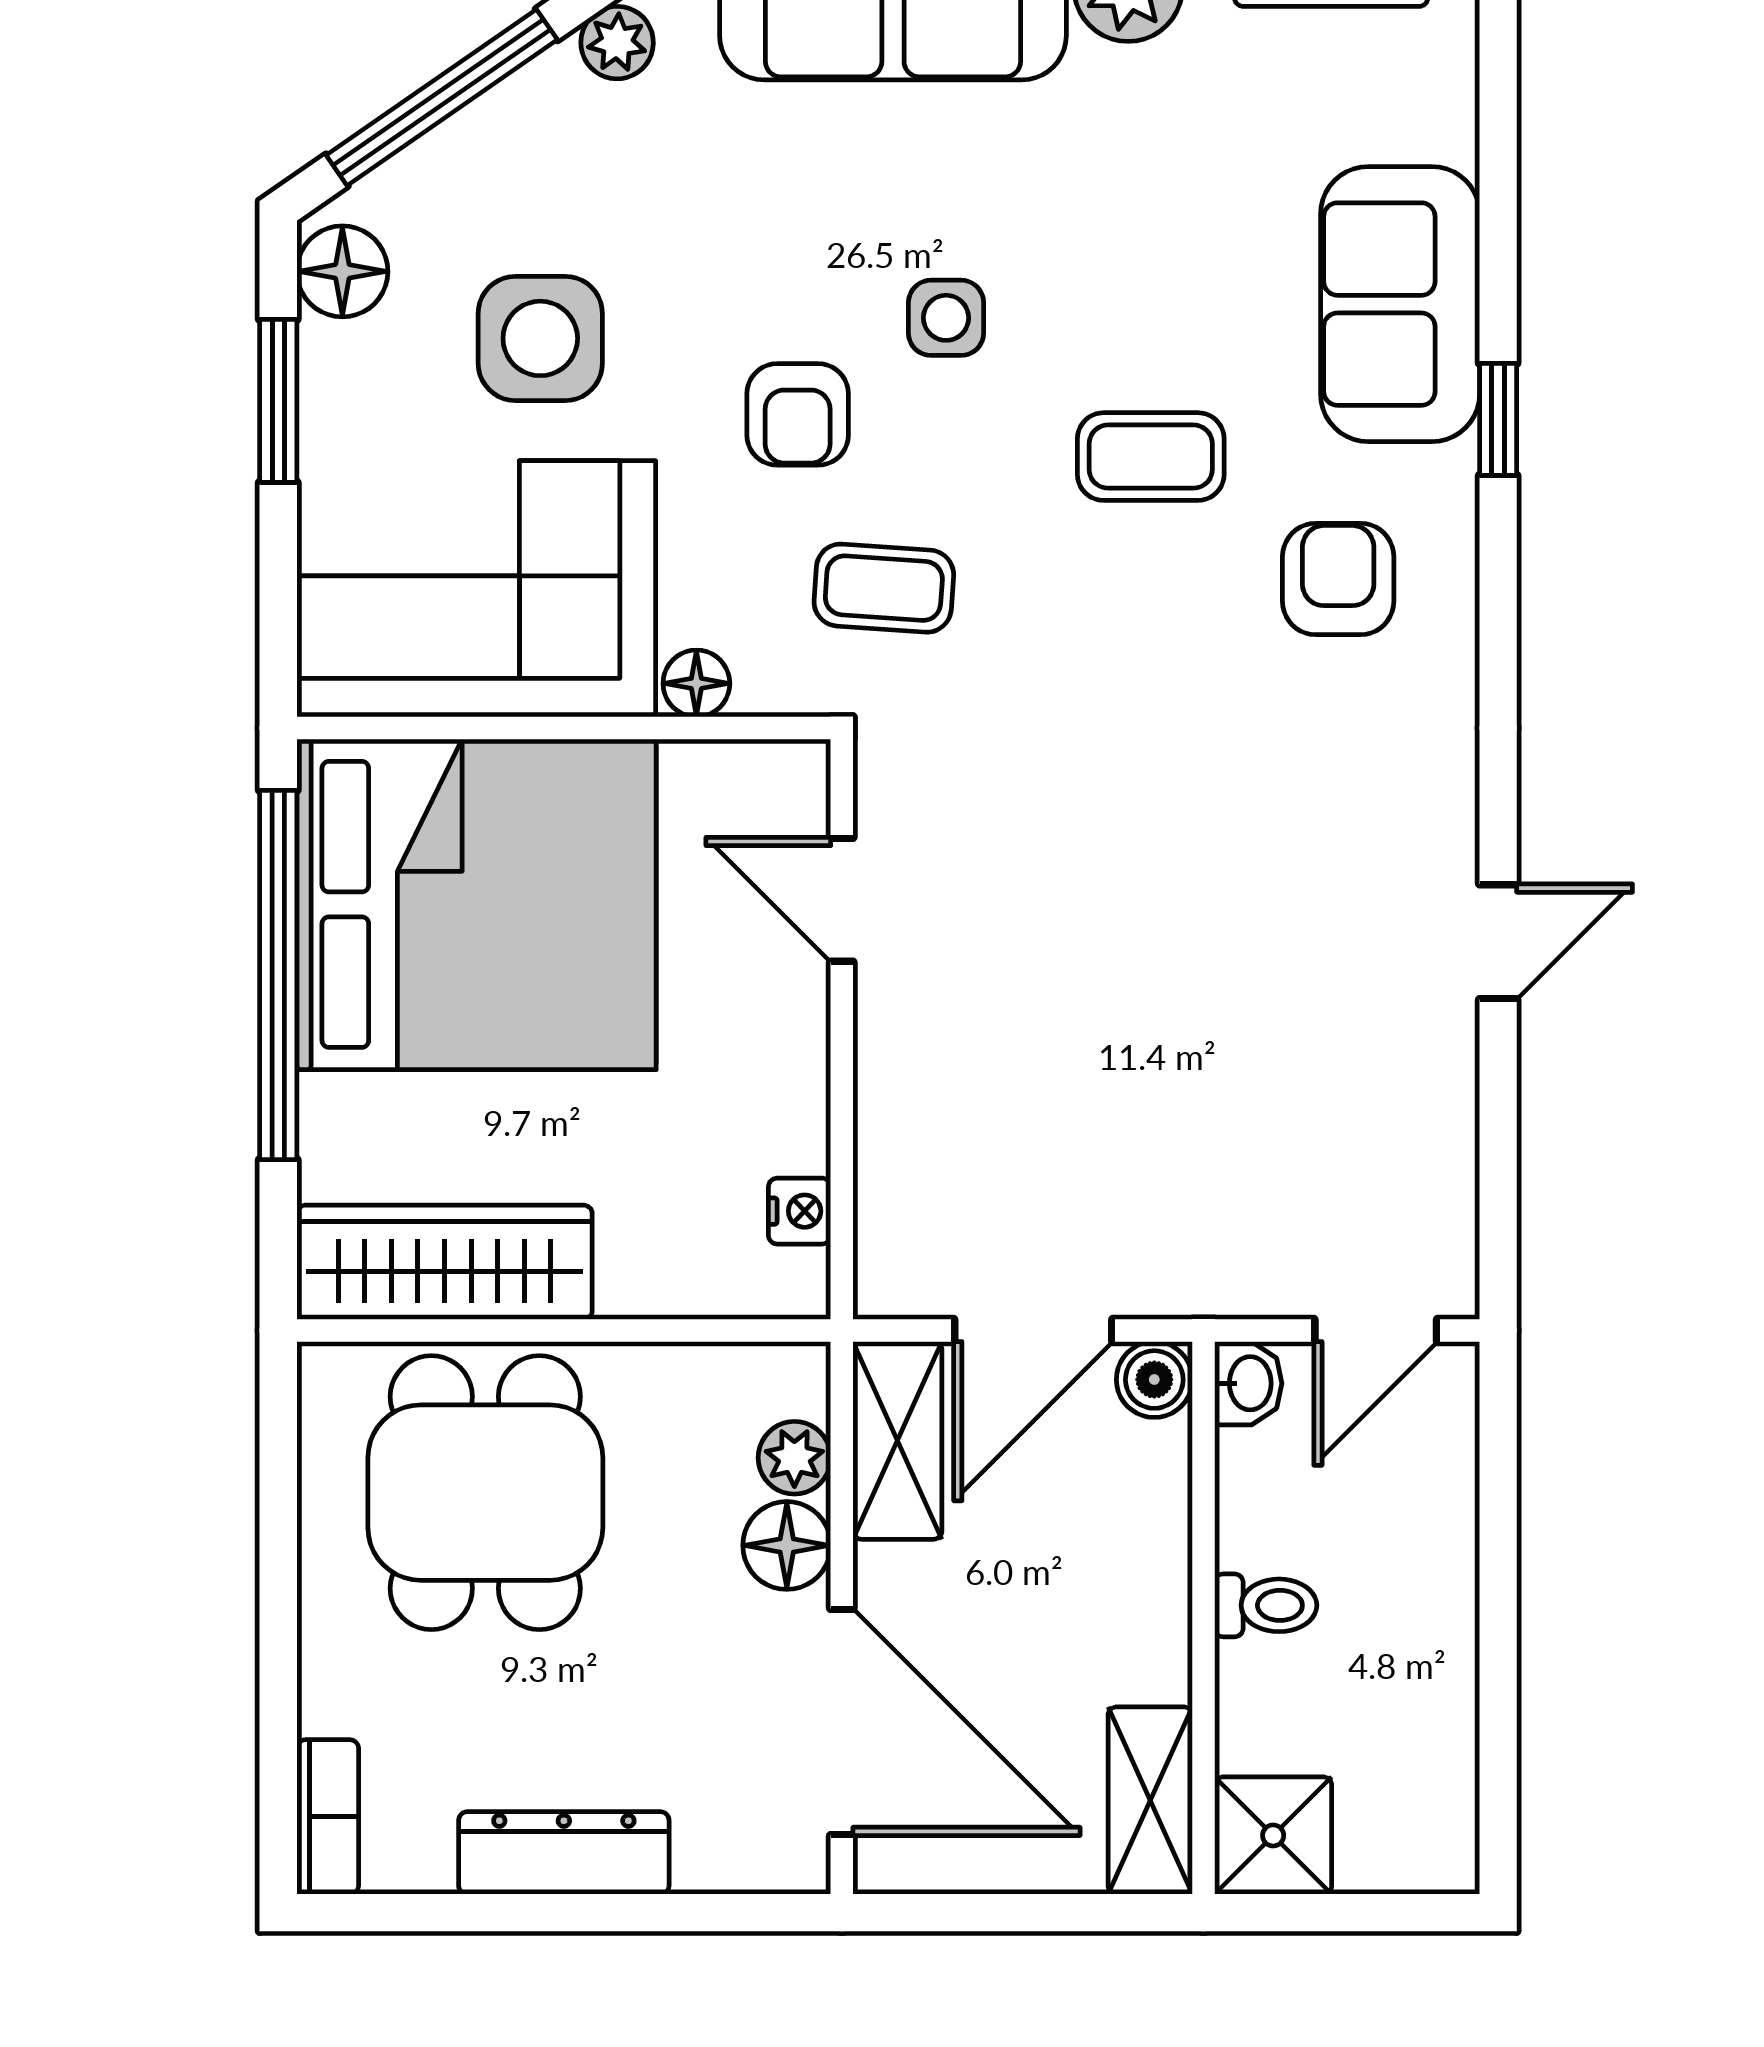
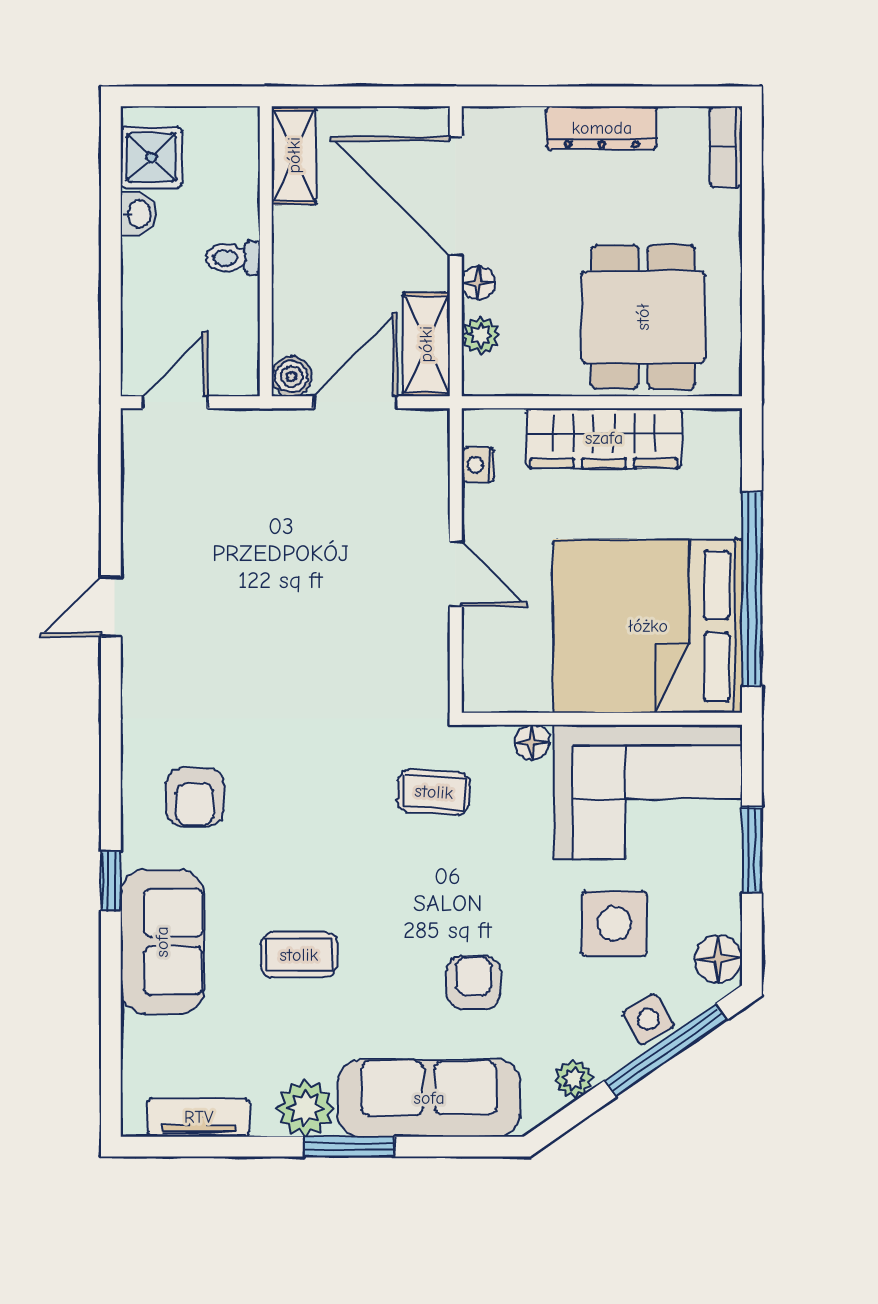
side table: (946, 318) -> (648, 1019), moved, turned -30
window: (278, 401) -> (752, 850), moved
armchair: (798, 414) -> (474, 983), moved
coffee table: (1151, 457) -> (299, 955), moved
door: (842, 900) -> (456, 574), moved
wardrobe: (445, 1262) -> (604, 438), moved
washbasin: (1248, 1383) -> (138, 214), moved, turned 180
floor lamp: (787, 1545) -> (478, 283), width x0.73, depth x0.73
shower: (1273, 1835) -> (151, 158), moved

